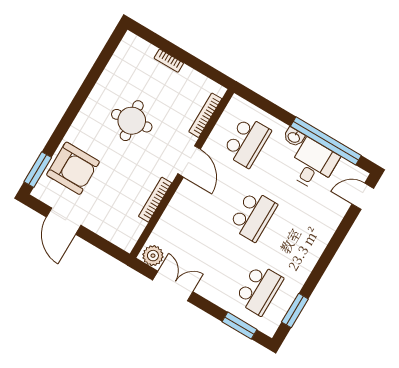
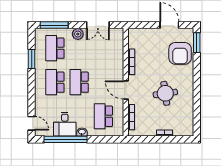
armchair: (73, 168) -> (180, 53), turned -90
door: (363, 196) -> (32, 123), hinge flipped
school desk: (290, 238) -> (55, 82), added
plant: (153, 256) -> (78, 34), moved
window: (295, 311) -> (32, 59), moved
window: (239, 326) -> (54, 25), width x1.44

